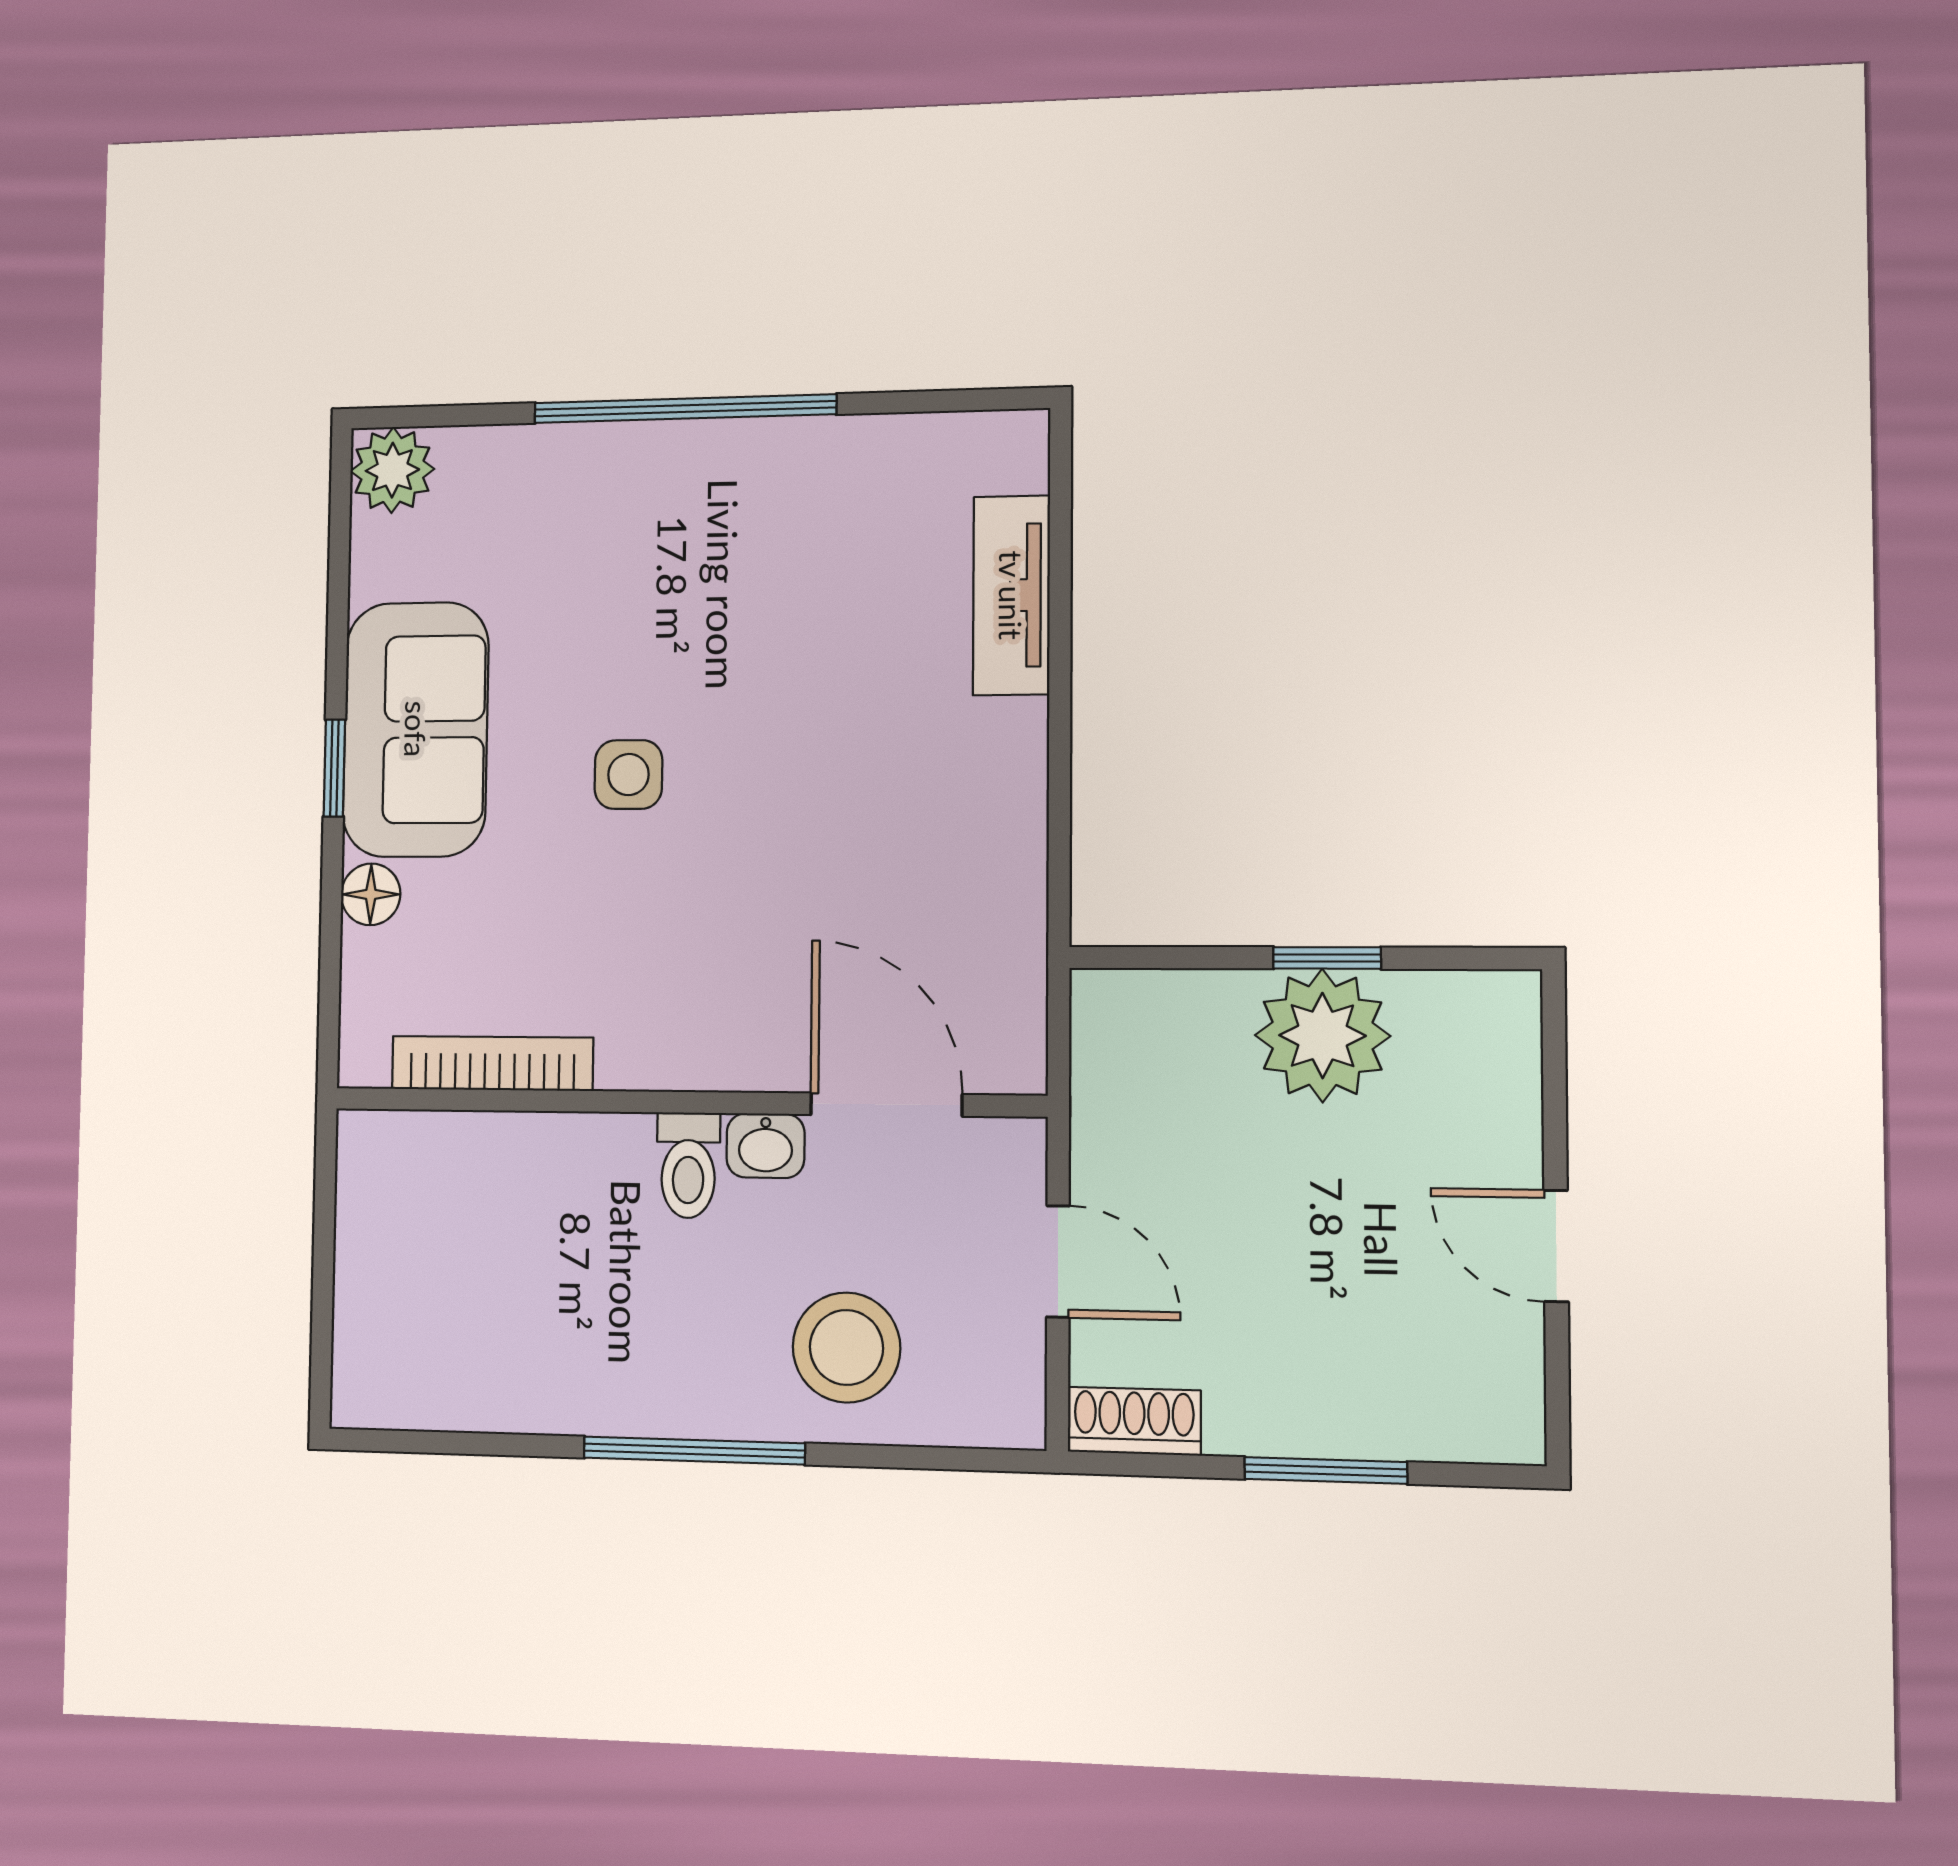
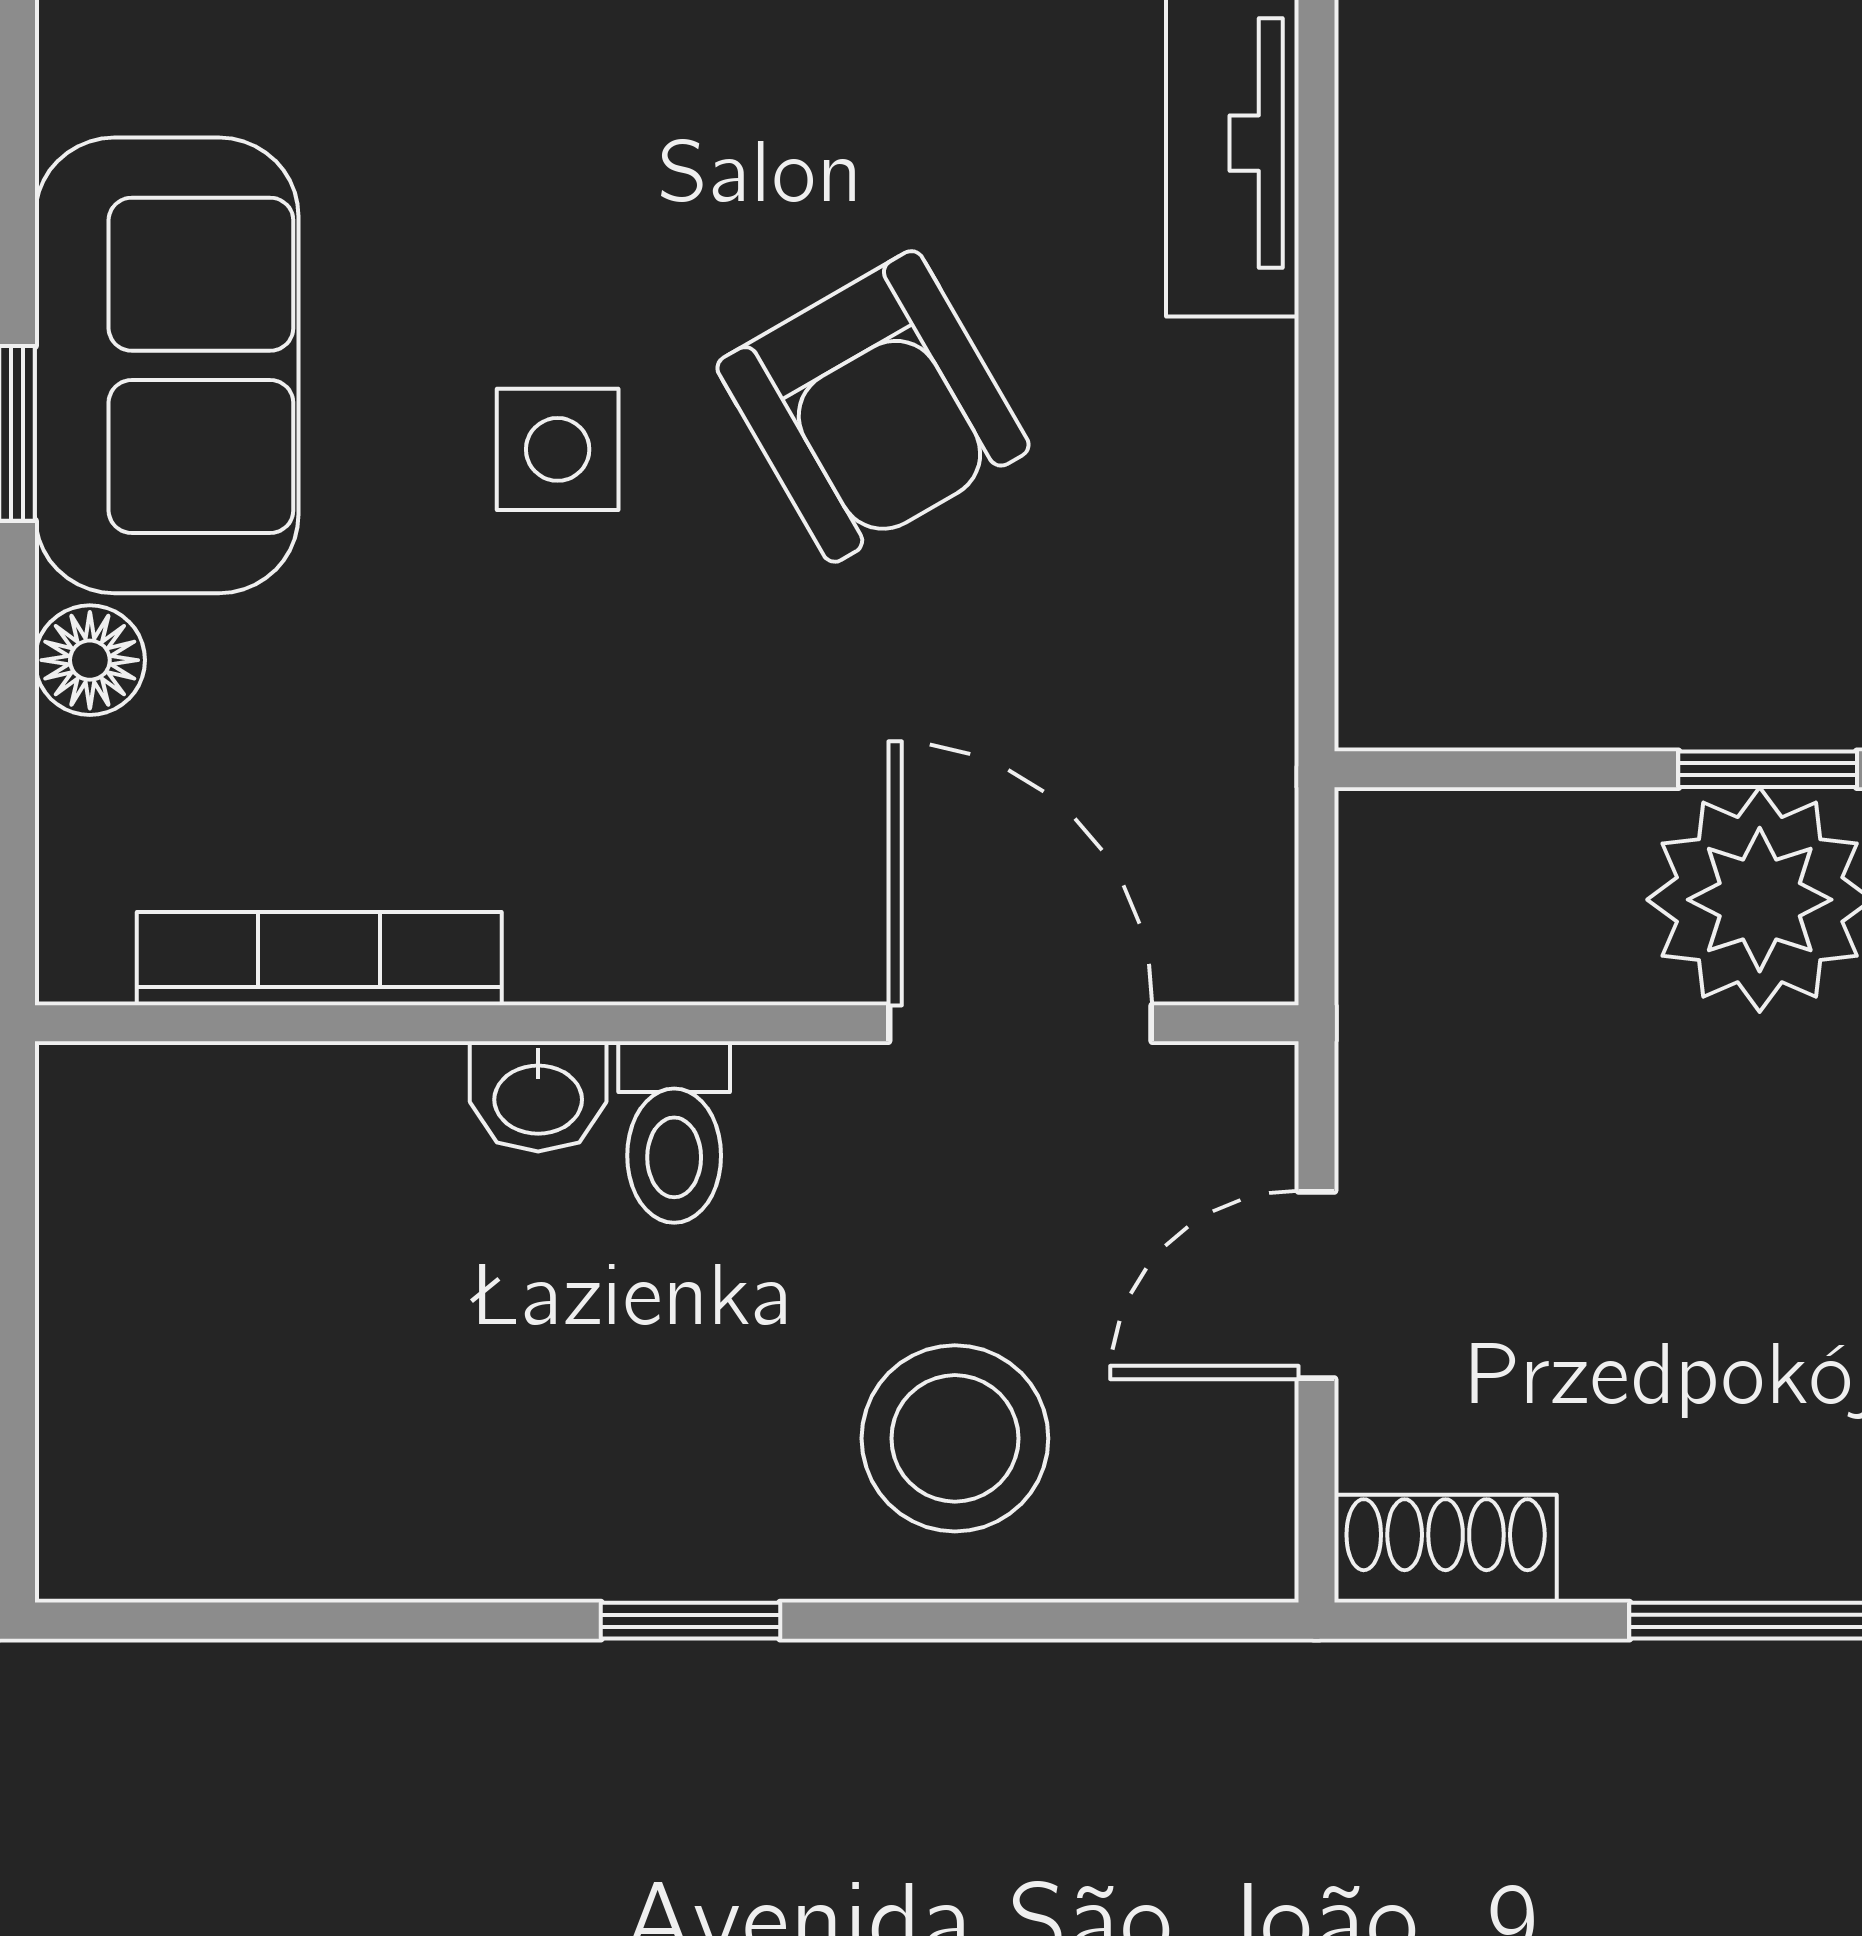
armchair: (805, 749) -> (873, 406), added
washbasin: (765, 1146) -> (538, 1096), moved
door: (1058, 1261) -> (1316, 1285), swing flipped
window: (694, 1451) -> (690, 1621), width x0.46

